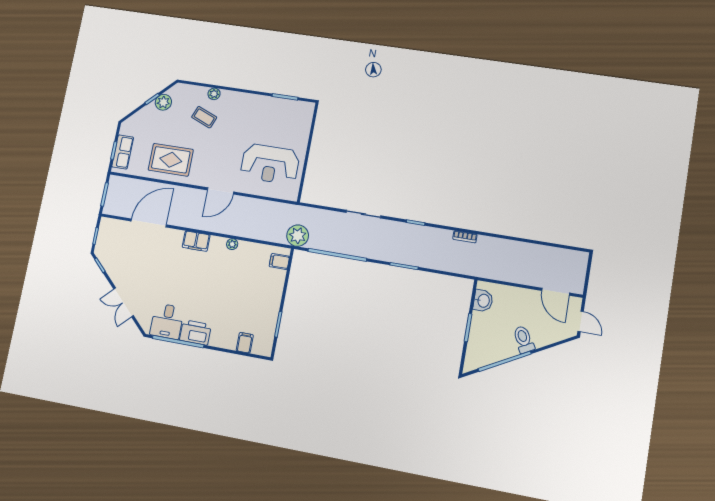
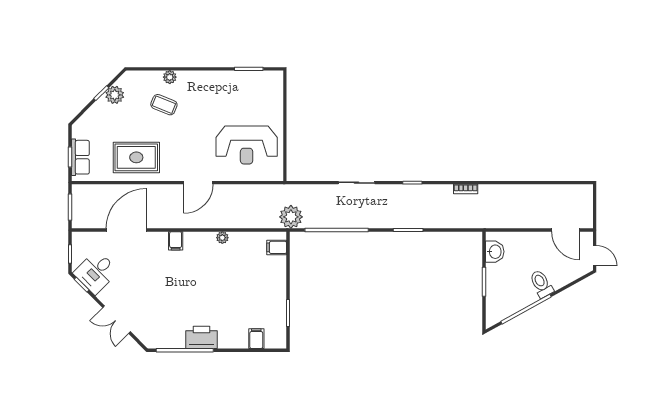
filing cabinet: (196, 241) -> (176, 241), width x0.50
desk: (167, 321) -> (96, 272), moved, turned 45

